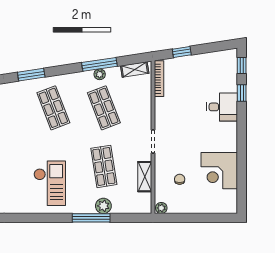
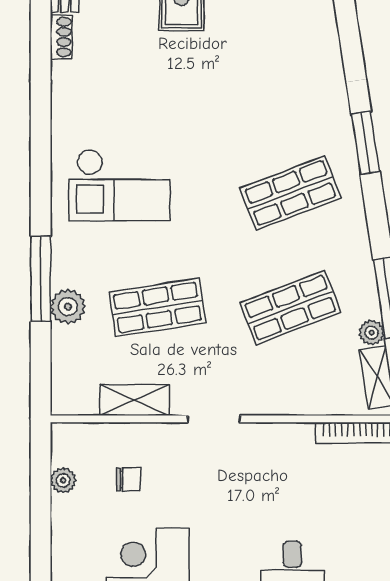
plant: (100, 74) -> (372, 333), moved
plant: (161, 208) -> (63, 480), moved

